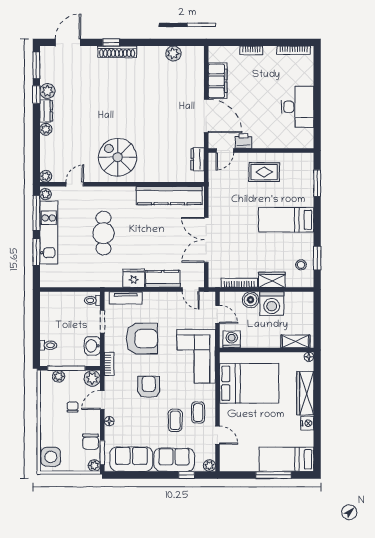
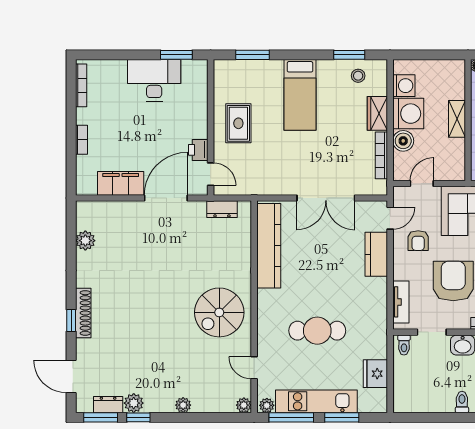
dresser: (46, 111) -> (108, 405), moved
window: (317, 124) -> (176, 55), added
fridge: (134, 278) -> (375, 374), moved
armchair: (173, 311) -> (418, 241), added
washing machine: (232, 339) -> (404, 86), moved, turned 180
shelving: (295, 341) -> (457, 119), moved

